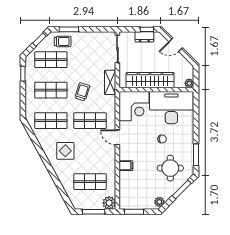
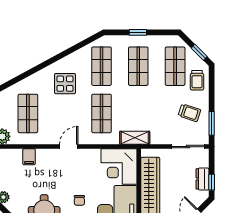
window: (69, 29) -> (212, 123), moved
window: (23, 74) -> (138, 32), moved
shelving: (110, 82) -> (135, 138), moved
trolley: (82, 92) -> (189, 113), moved
door: (117, 137) -> (69, 147), moved
filing cabinet: (126, 166) -> (29, 157), moved

